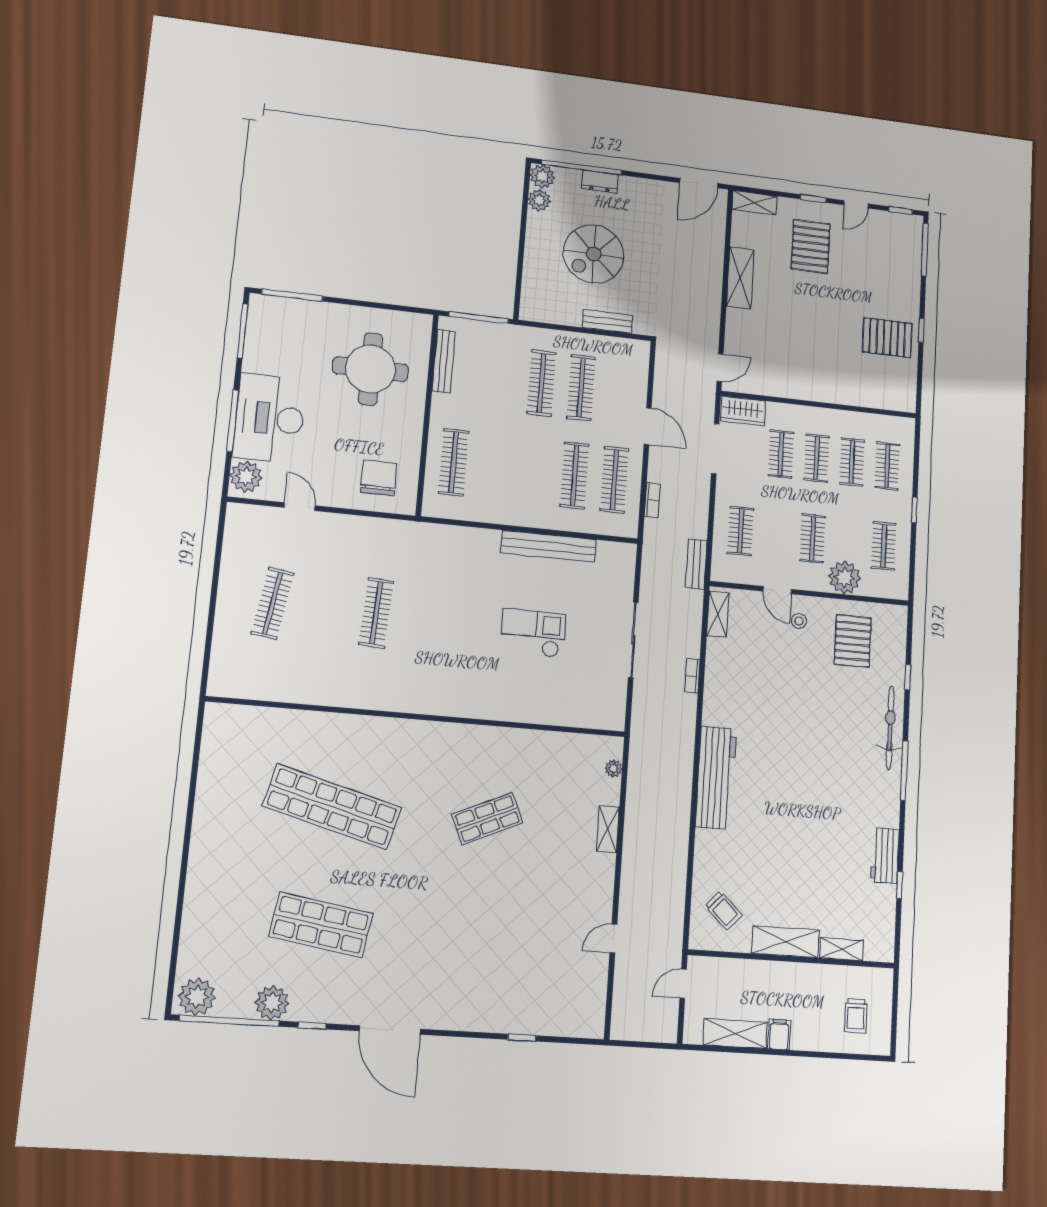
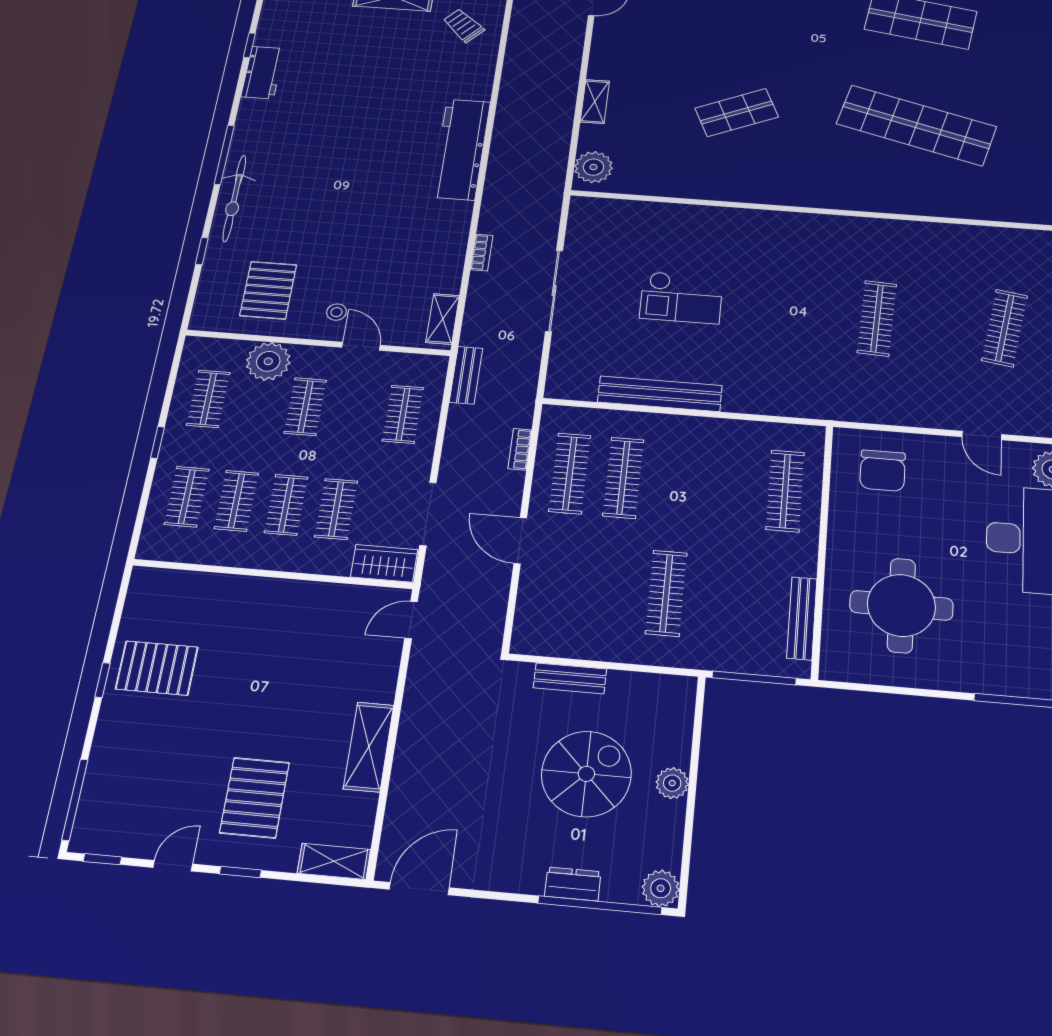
plant: (539, 200) -> (672, 783), moved
clothes rail: (581, 388) -> (611, 588), removed
plant: (614, 768) -> (593, 167), width x1.88, depth x1.88

